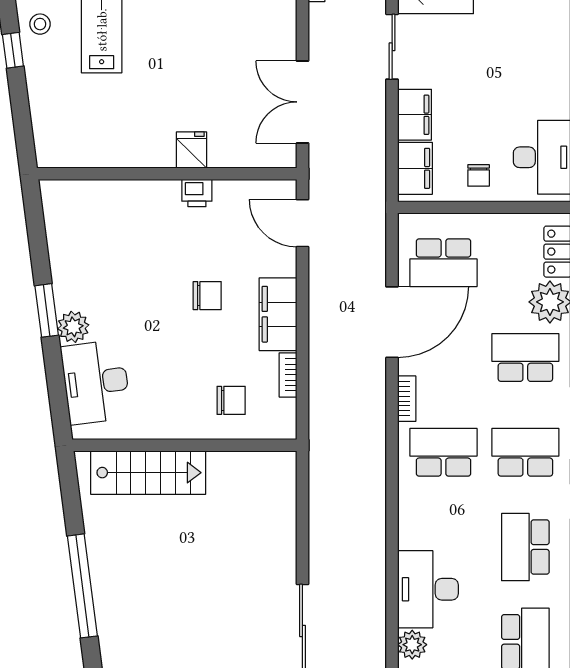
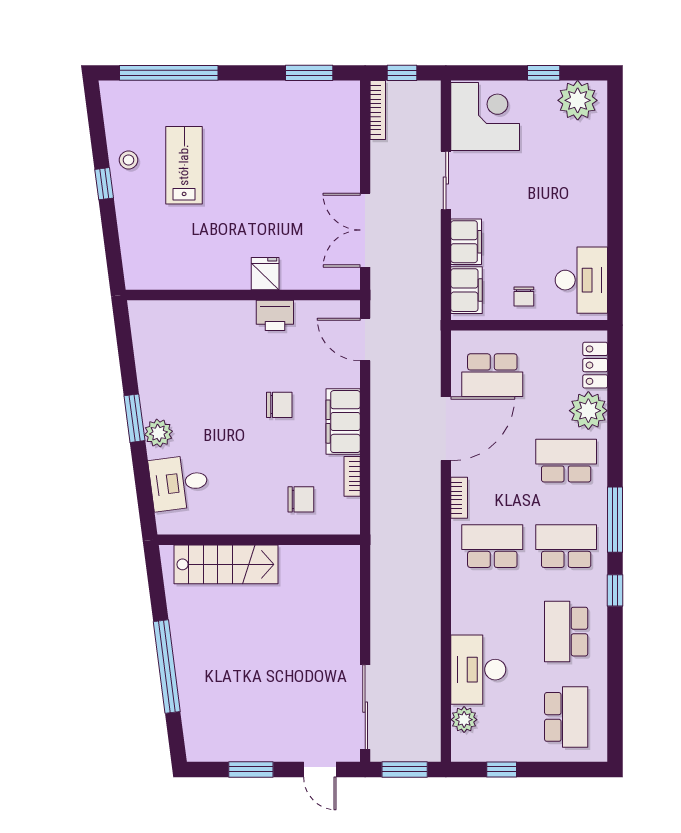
printer: (197, 193) -> (275, 315), width x1.36, depth x1.24
desk: (96, 382) -> (179, 483), width x0.73

